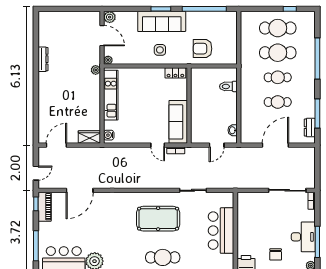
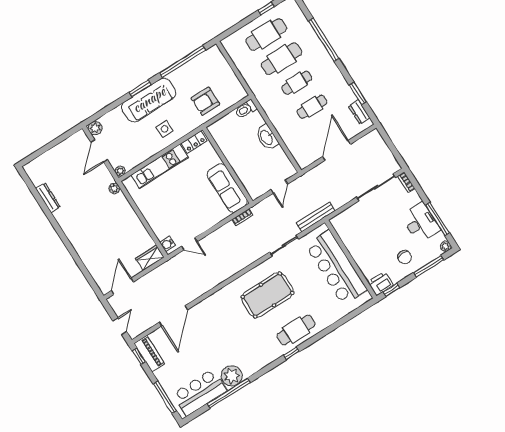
door: (102, 36) -> (99, 151), swing flipped
dresser: (43, 59) -> (48, 198), moved
toilet: (228, 86) -> (246, 109), moved
kitchen unit: (111, 95) -> (160, 166), moved, turned 90
window: (317, 114) -> (358, 94), width x0.69
washbasin: (233, 130) -> (267, 137), moved, width x1.91, depth x1.45
door: (158, 145) -> (189, 244), moved
bench: (229, 184) -> (316, 217), added
bar counter: (221, 231) -> (336, 268), width x1.36

